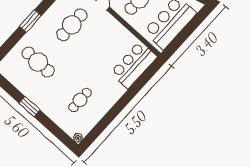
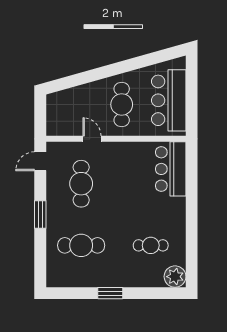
cafe table: (80, 100) -> (151, 245), turned 90
plant: (78, 138) -> (175, 277), width x1.88, depth x1.88

